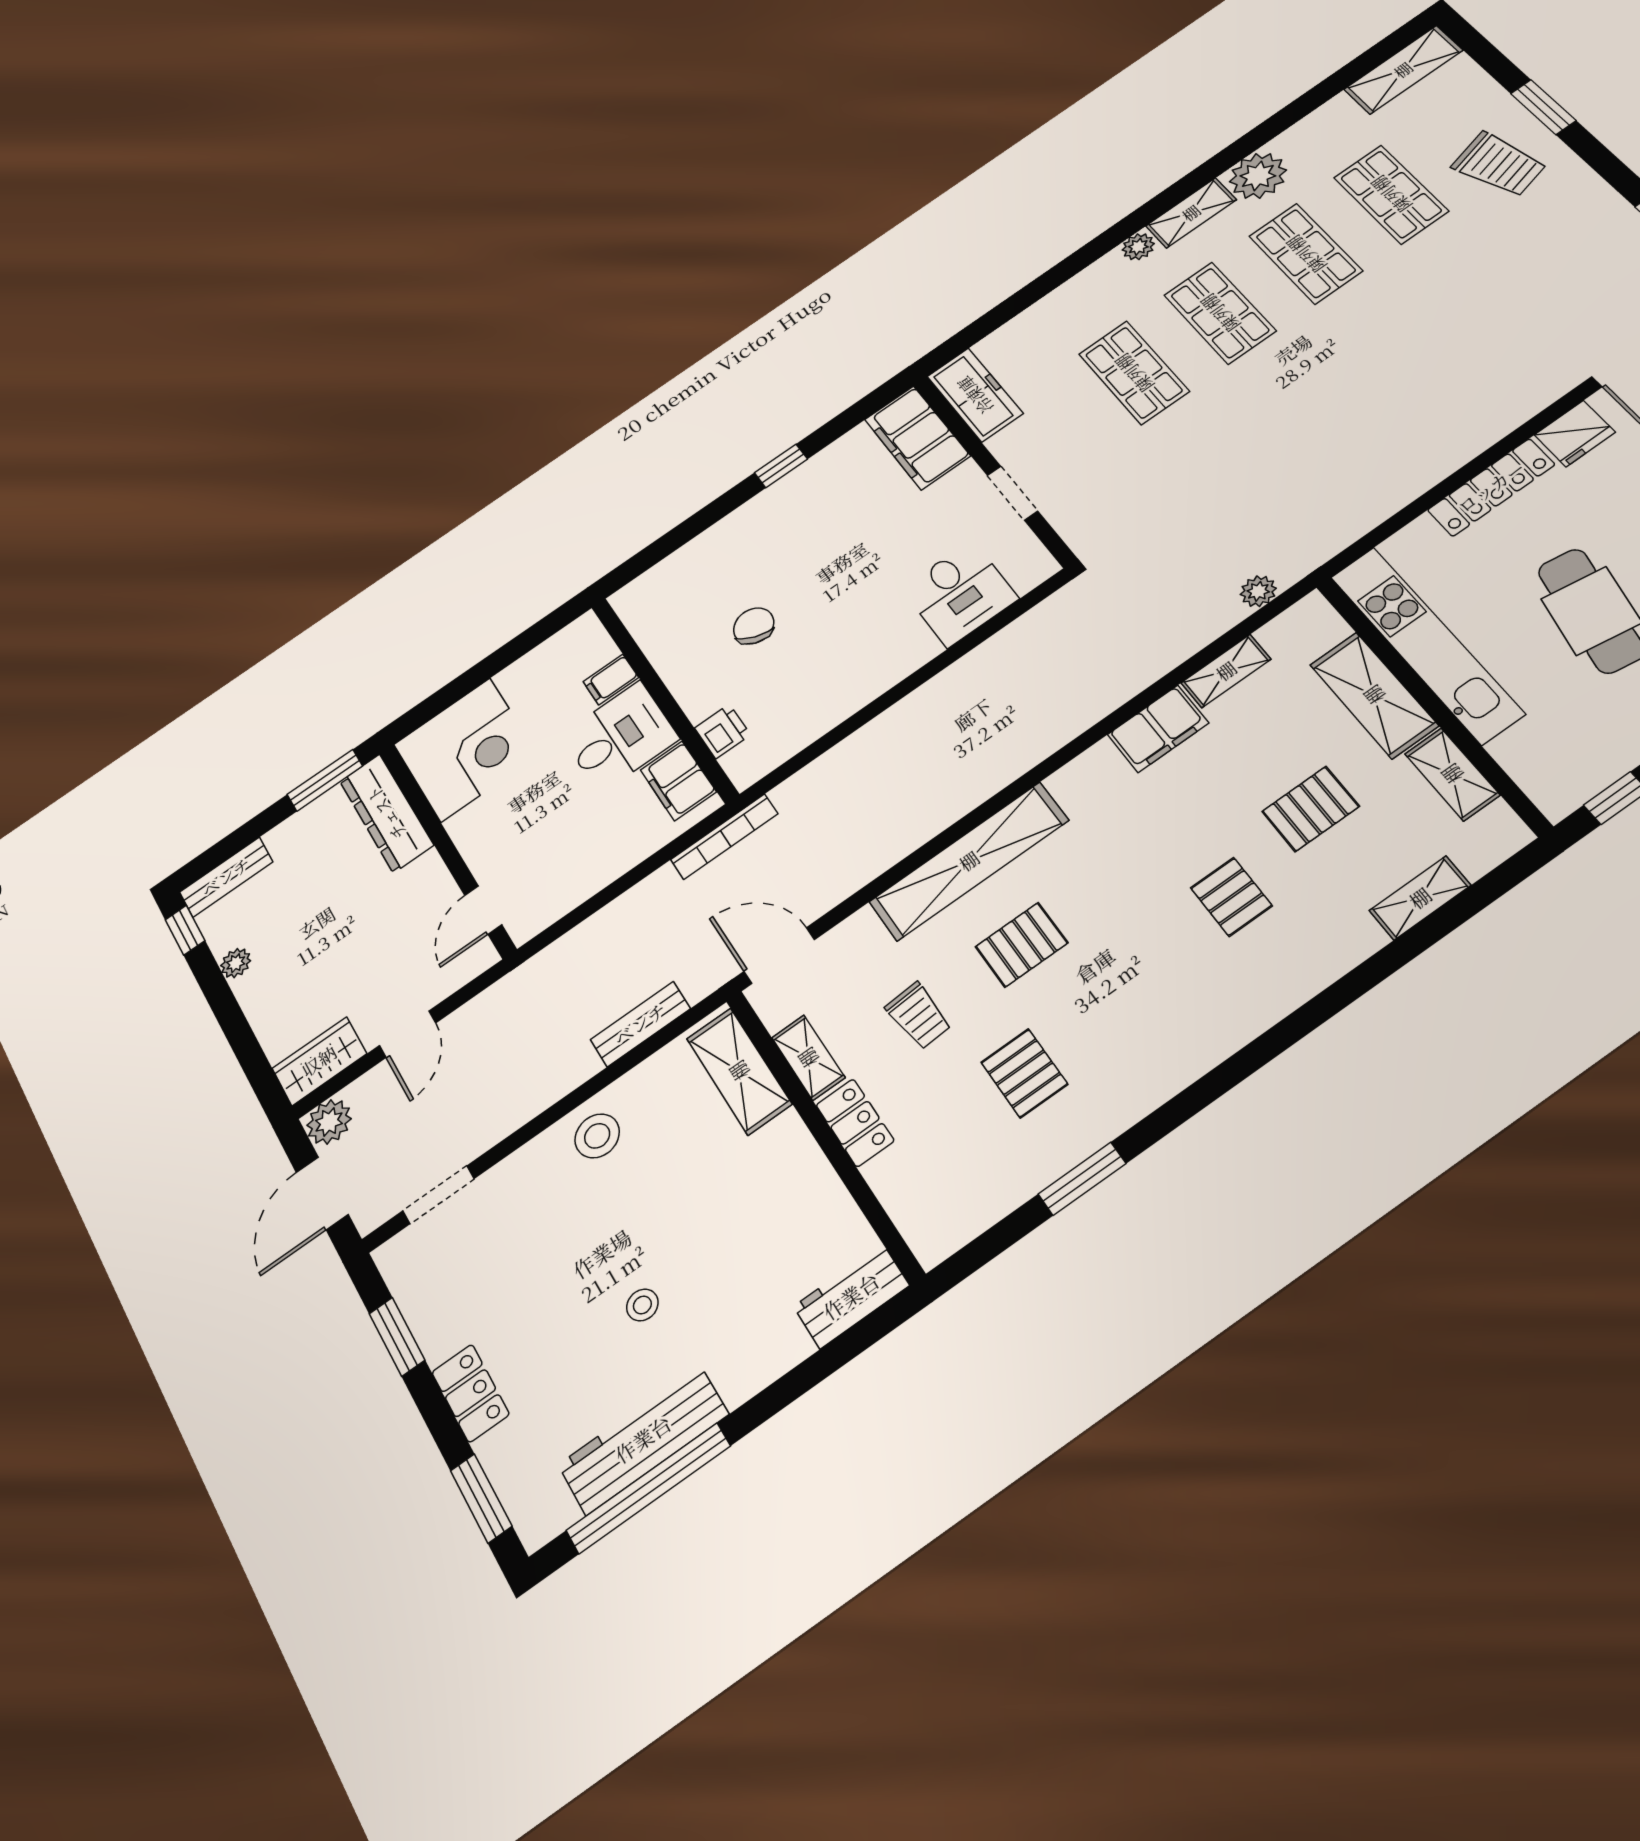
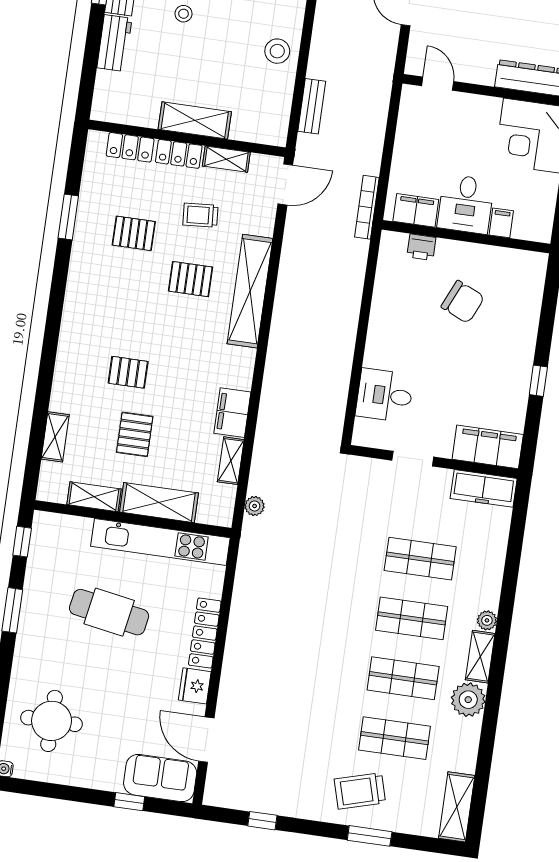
chair: (754, 626) -> (463, 302), width x1.37, depth x1.37
pallet: (1022, 945) -> (190, 279), turned 90
shelving: (739, 1071) -> (195, 120), moved
locker: (902, 1194) -> (130, 147), added
workbench: (851, 1296) -> (114, 43), moved

